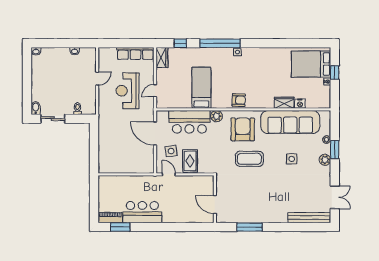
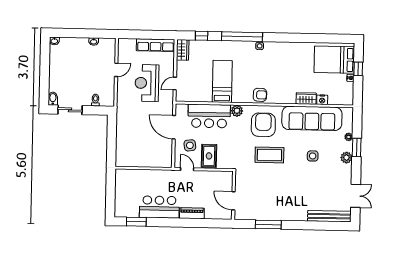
piano: (110, 218) -> (192, 213), moved

